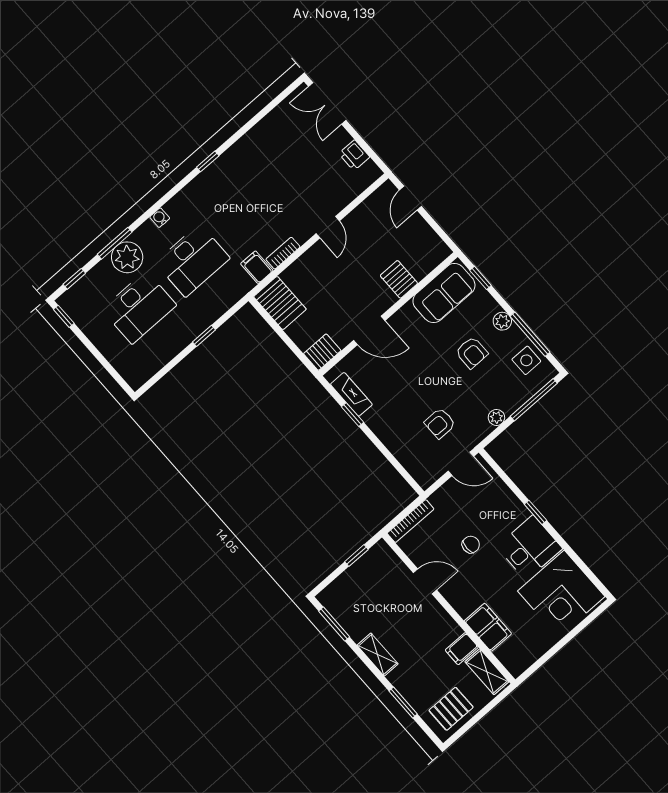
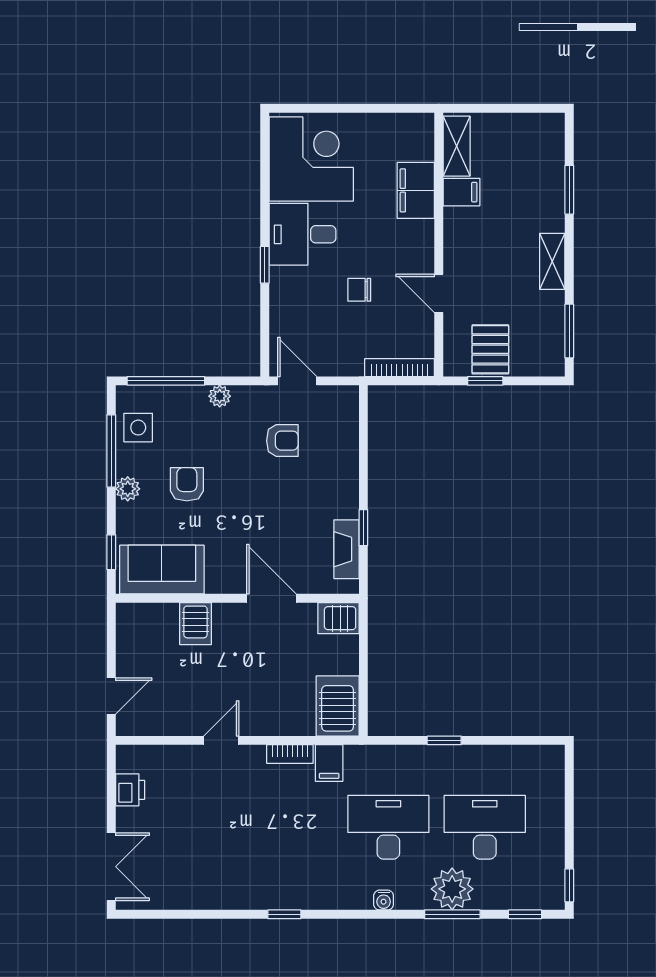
pallet: (451, 709) -> (490, 349), moved, turned 90

